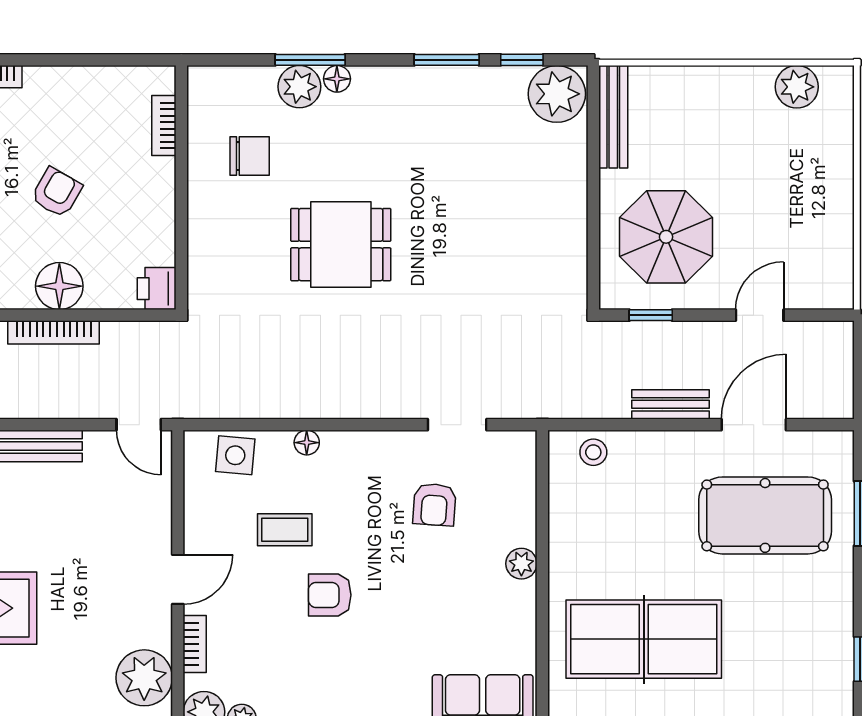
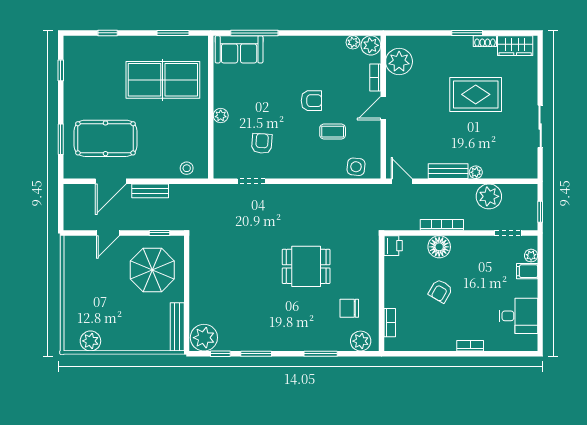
floor lamp: (337, 79) -> (308, 345), removed
plant: (299, 87) -> (361, 341), moved
floor lamp: (307, 443) -> (322, 173), removed

